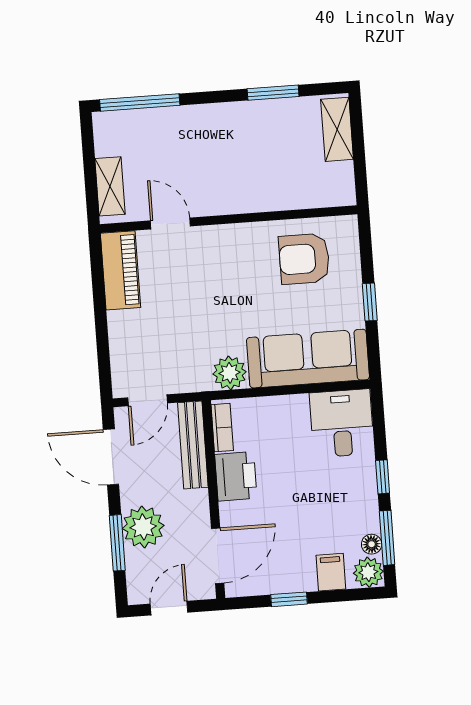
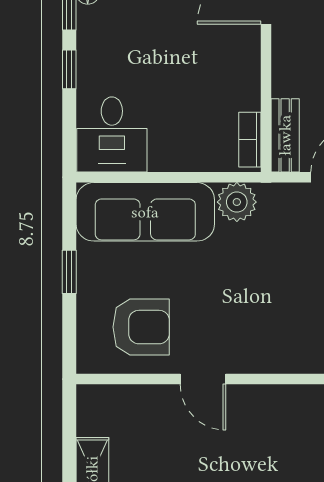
door: (170, 223) -> (203, 379), moved
bench: (193, 445) -> (285, 135), width x0.73
printer: (236, 476) -> (238, 82), removed

